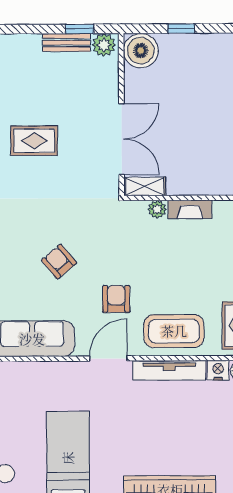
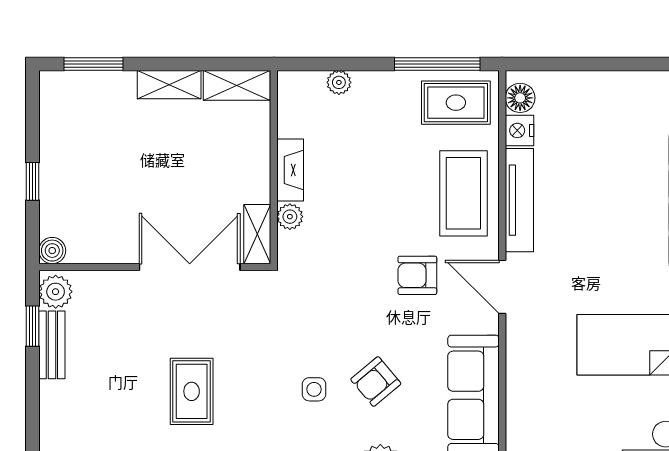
boiler: (141, 51) -> (52, 251), width x0.54, depth x0.54
side table: (36, 227) -> (314, 389), added
armchair: (59, 262) -> (376, 381), moved

